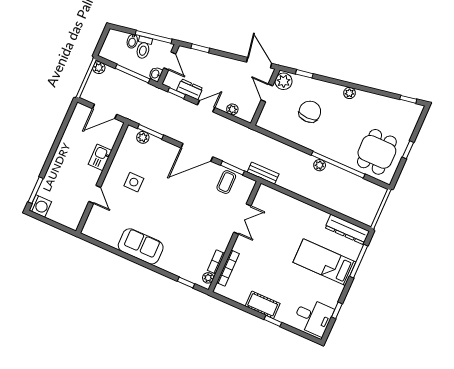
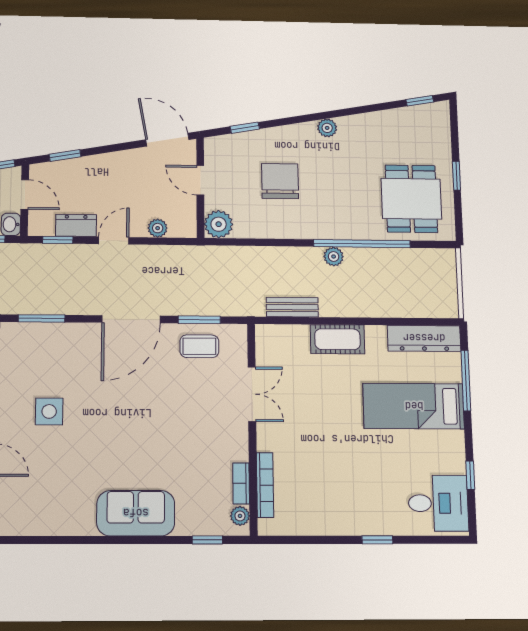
plant: (284, 81) -> (219, 224), moved
plant: (143, 137) -> (33, 333), removed
bench: (263, 173) -> (292, 307), moved
coffee table: (226, 182) -> (199, 346), turned 90
sofa: (141, 246) -> (136, 513), moved
cot: (263, 305) -> (337, 339), moved

